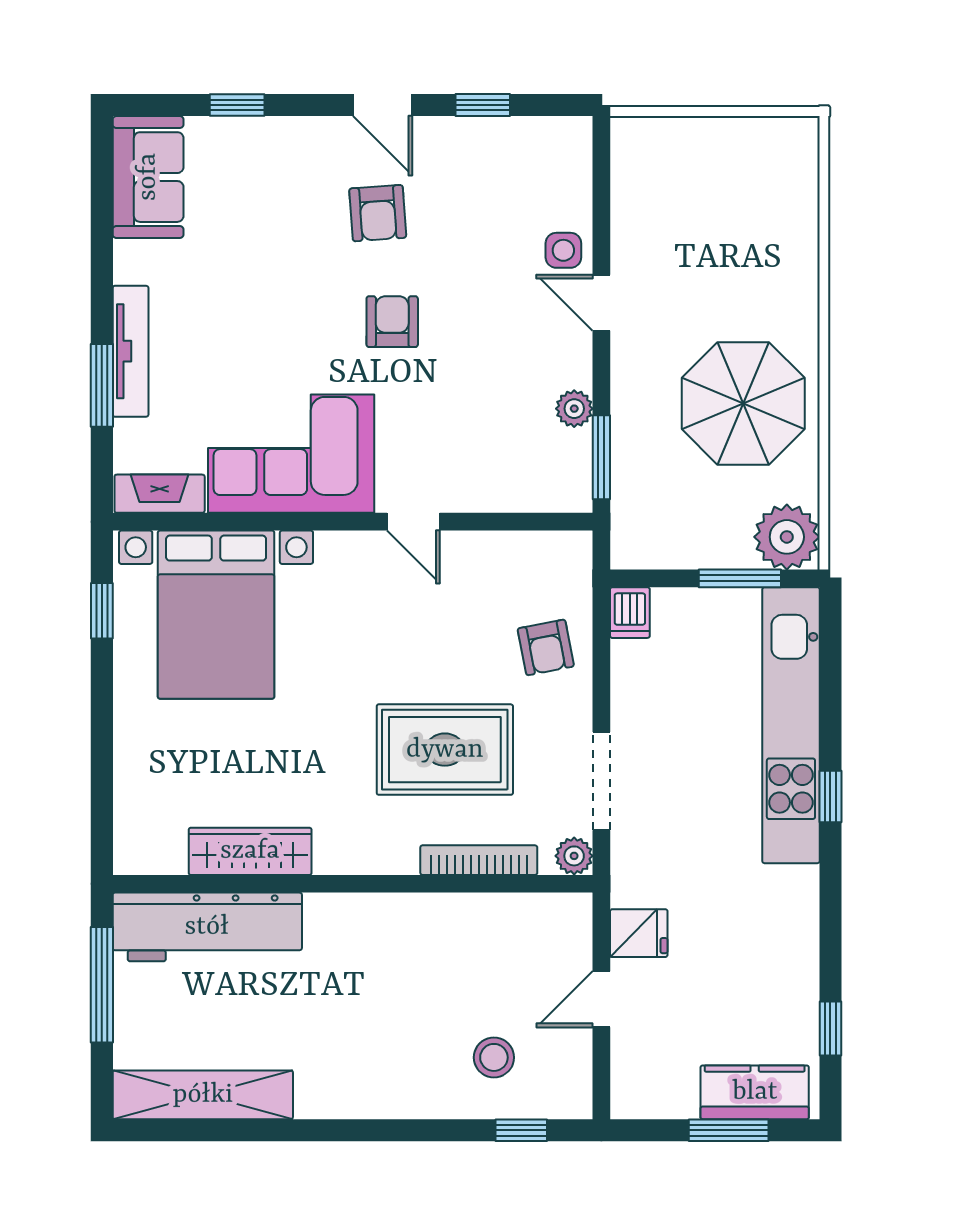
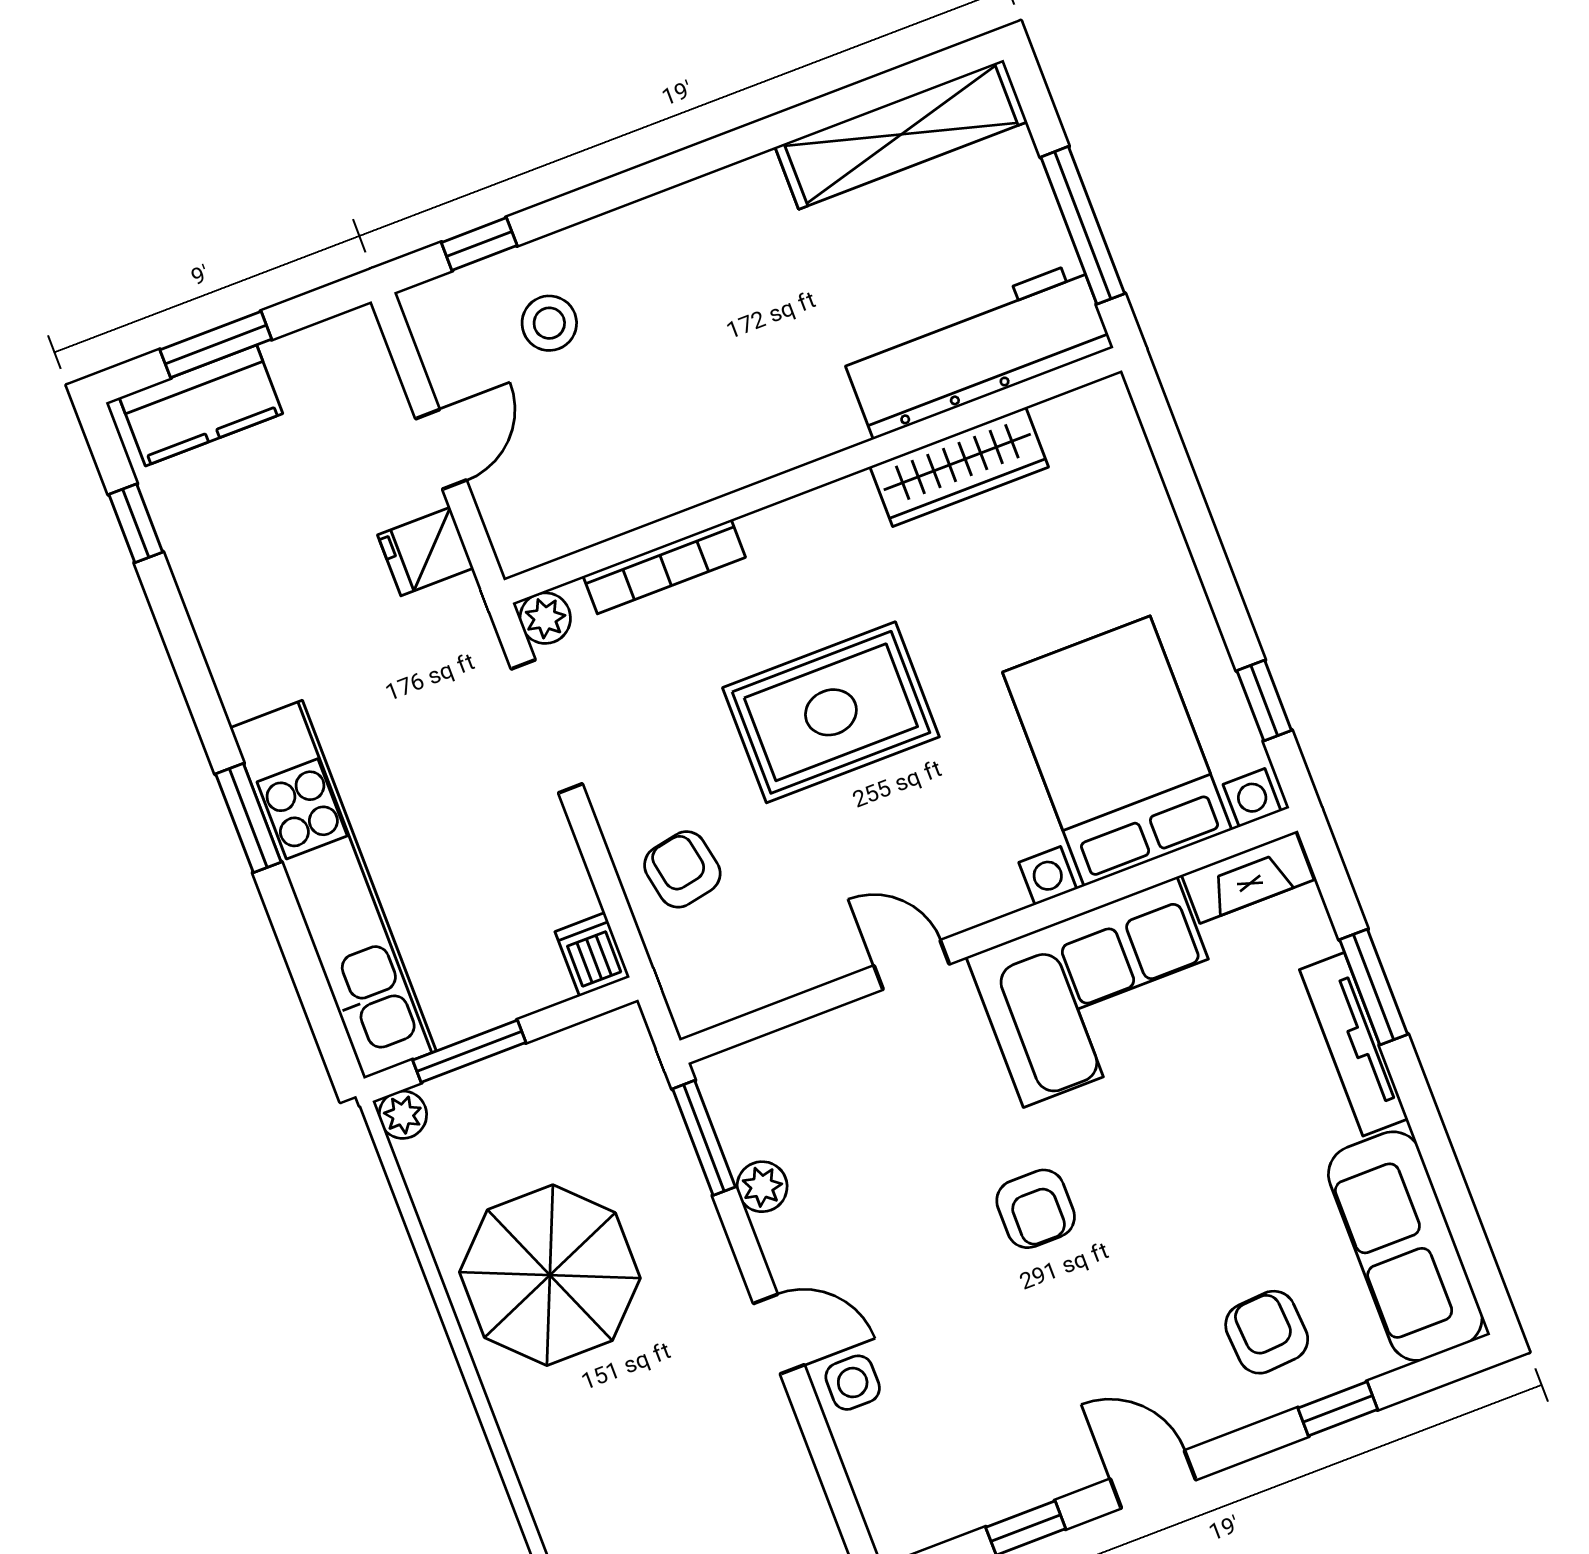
sofa: (148, 177) -> (1405, 1246), width x1.36
armchair: (378, 213) -> (1267, 1332), moved
plant: (787, 537) -> (403, 1115), width x0.53, depth x0.53
rug: (445, 750) -> (831, 712), moved
window: (830, 797) -> (248, 818), width x1.50

